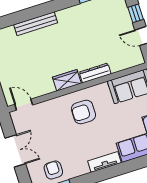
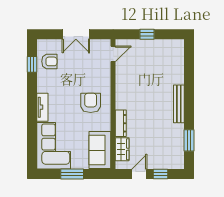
bench: (36, 24) -> (179, 104), moved
wardrobe: (67, 80) -> (122, 149), moved

